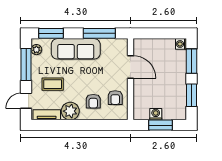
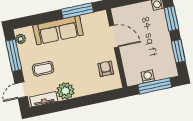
window: (51, 33) -> (31, 20), removed
armchair: (115, 98) -> (106, 69), turned 180
armchair: (93, 101) -> (85, 77), removed
window: (161, 125) -> (155, 86), width x1.44

